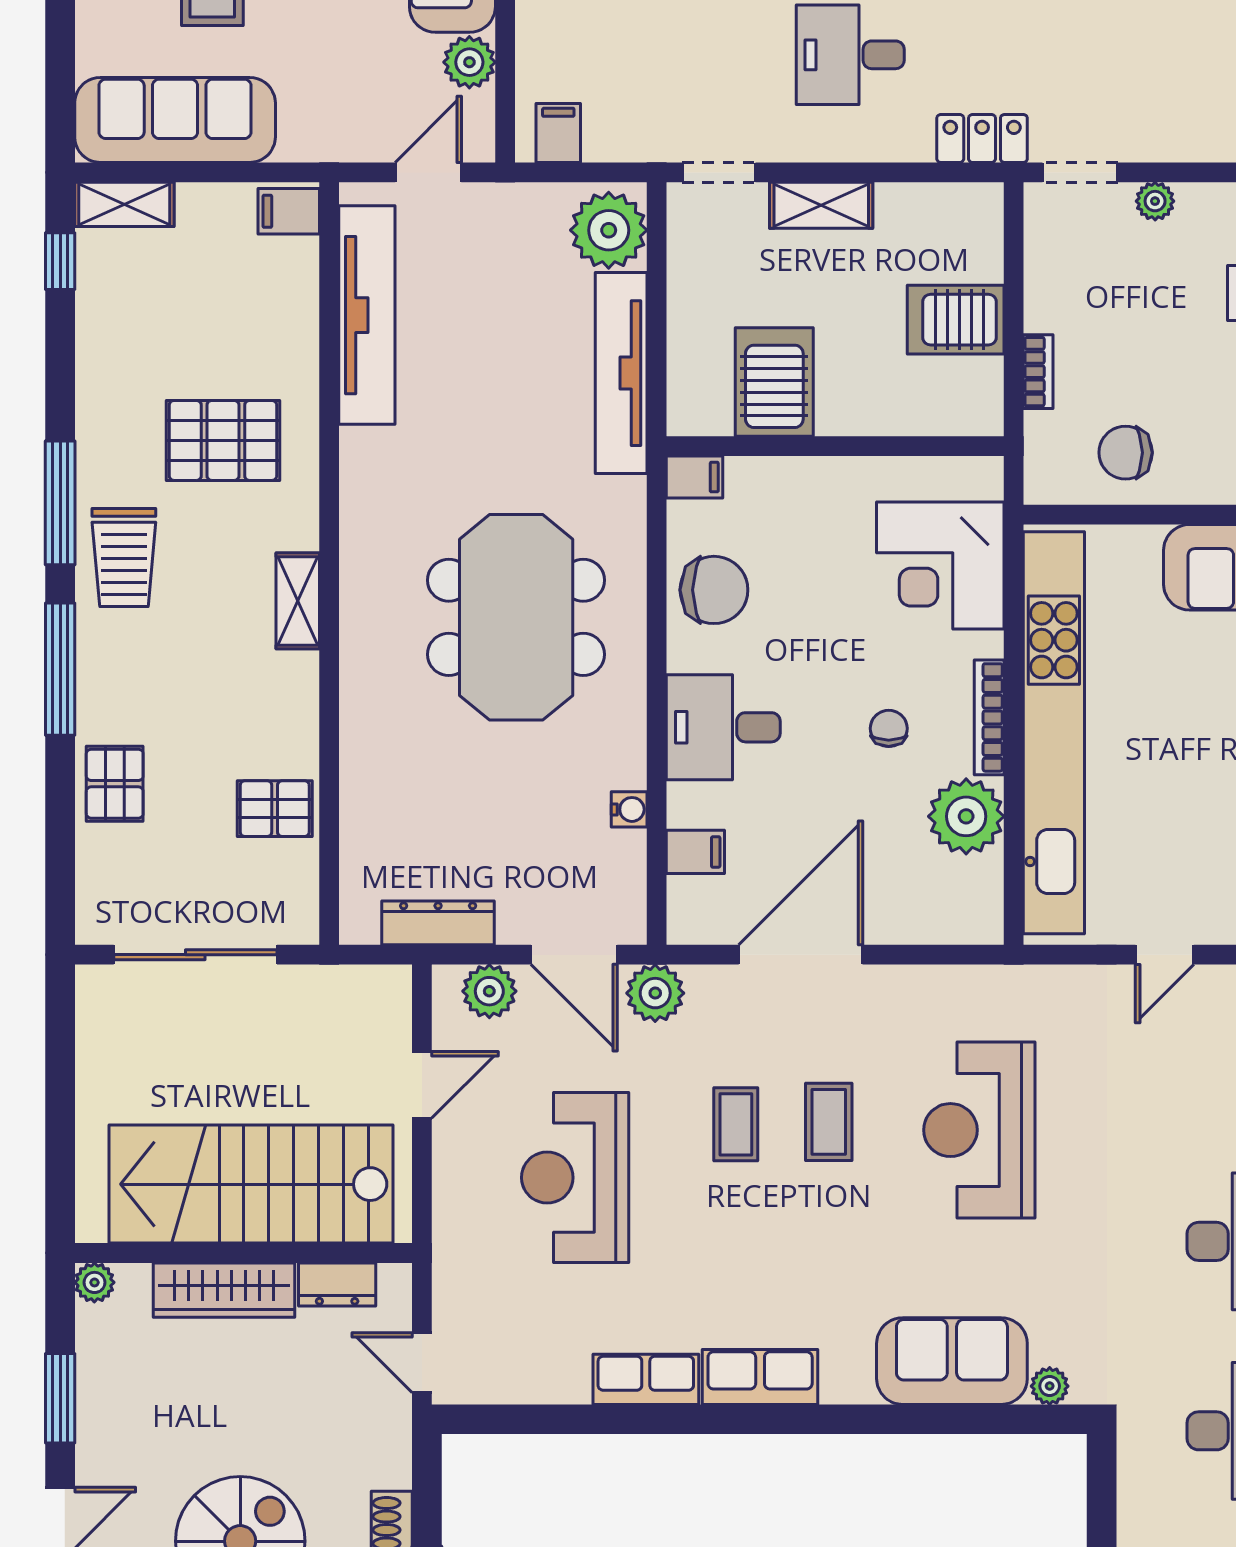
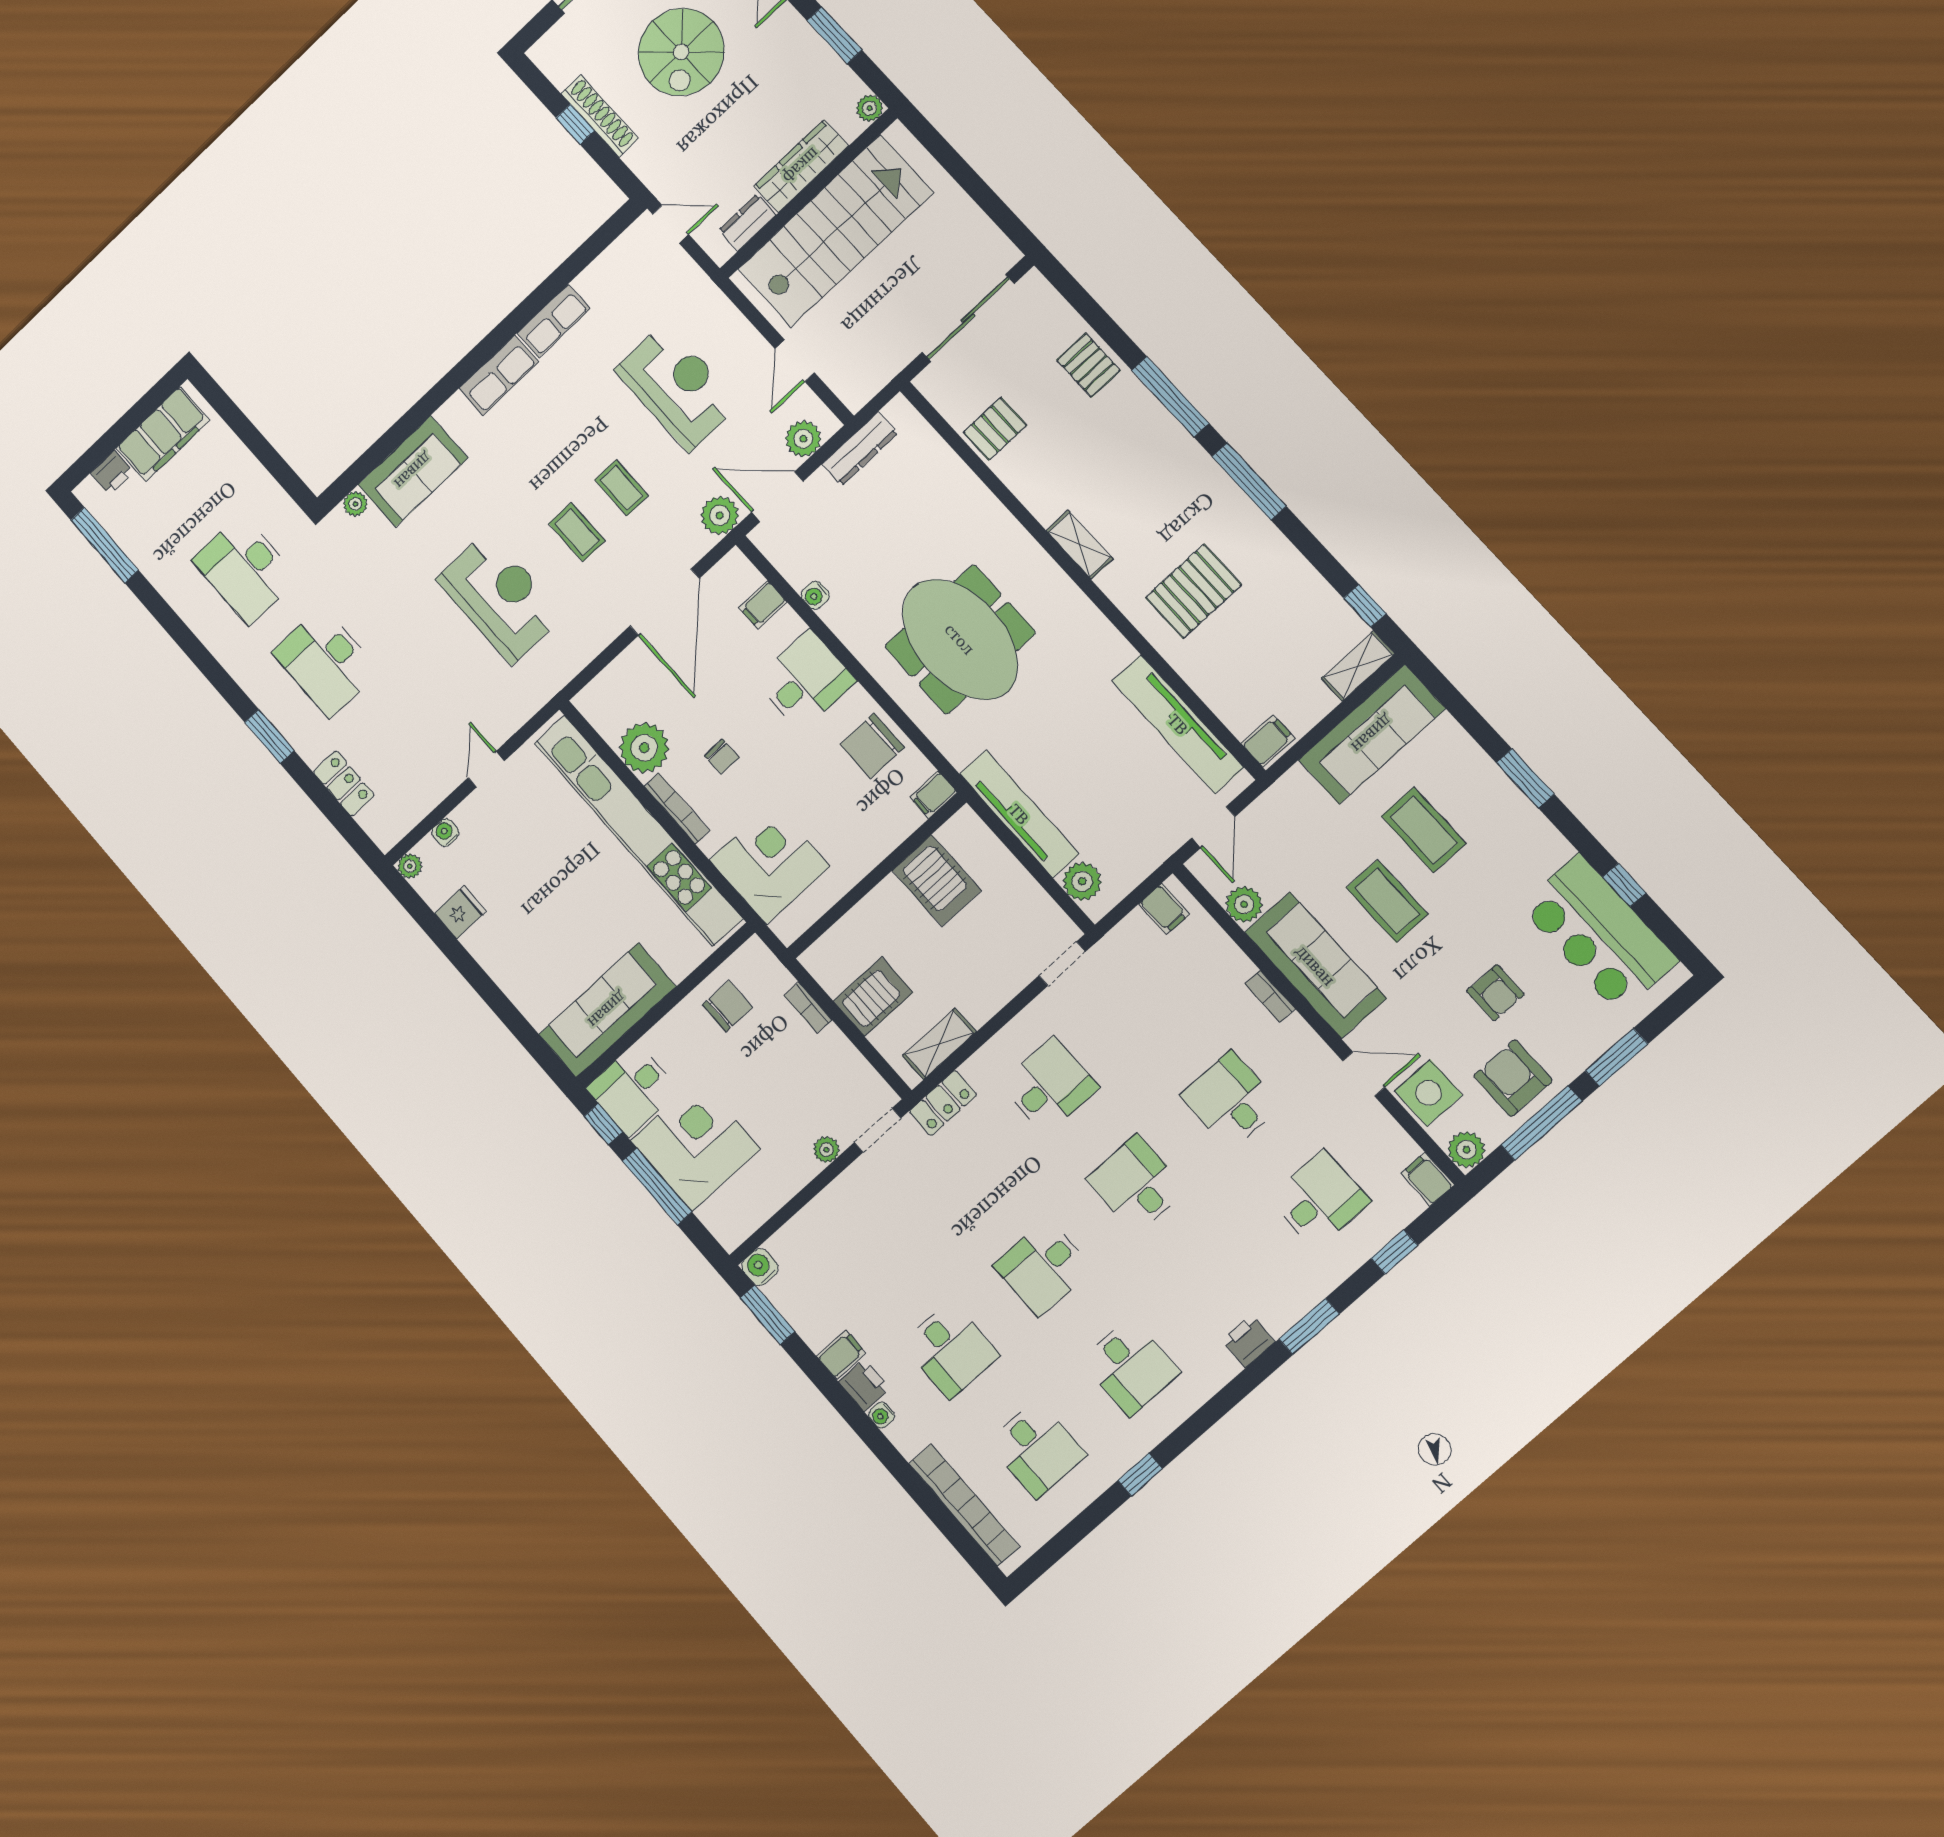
shelving: (821, 205) -> (939, 1044), moved
plant: (609, 230) -> (1082, 881), width x0.73, depth x0.73
trolley: (124, 558) -> (1190, 484), removed

